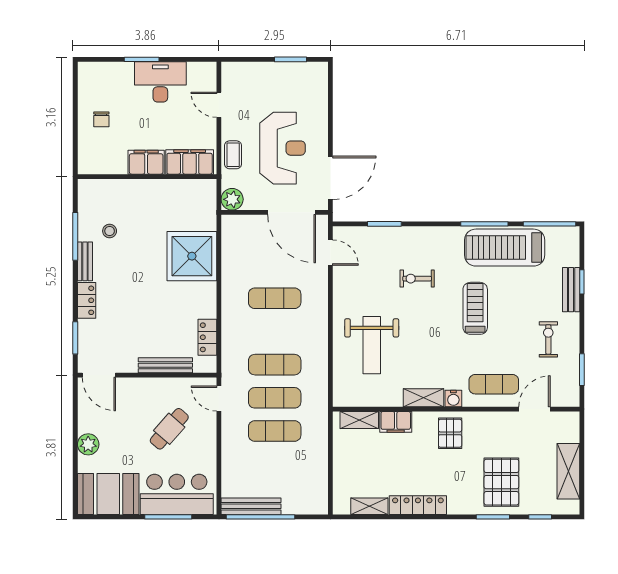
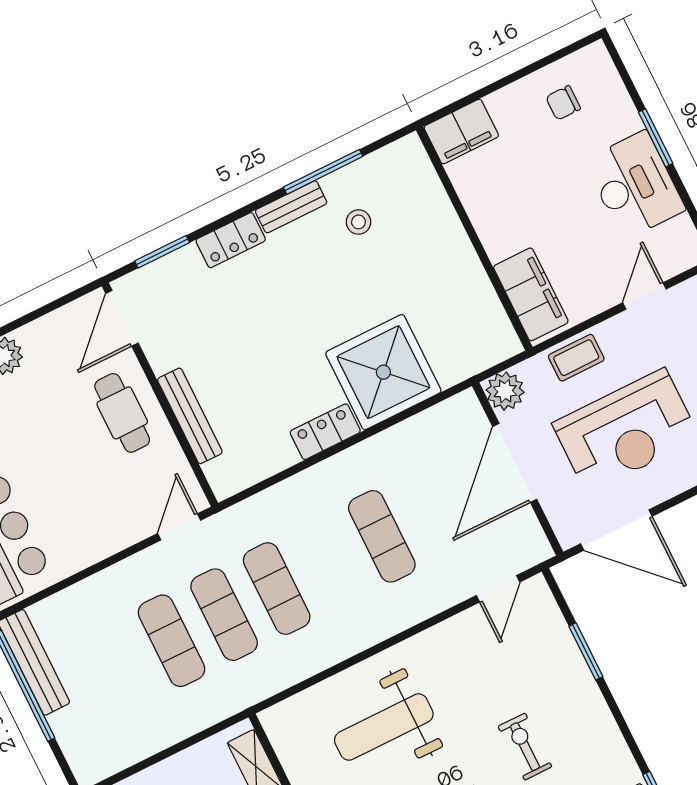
chair: (101, 119) -> (563, 103), moved
filing cabinet: (146, 162) -> (461, 131), moved, turned 90
door: (292, 212) -> (515, 463), moved
locker: (207, 337) -> (325, 432), moved
cafe table: (169, 429) -> (122, 413), moved, turned 49

